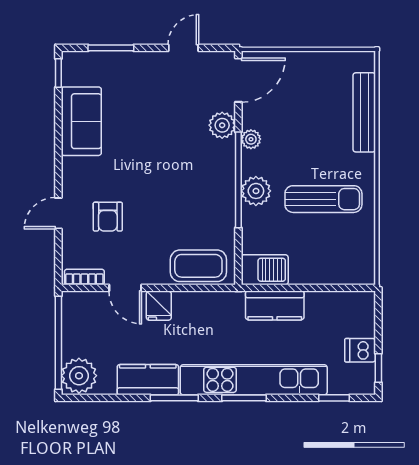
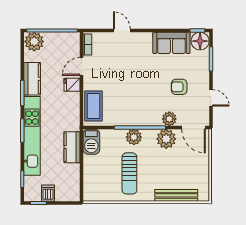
floor lamp: (78, 68) -> (200, 41), added
plant: (251, 139) -> (166, 139), width x1.87, depth x1.87
armchair: (108, 217) -> (179, 87), moved

